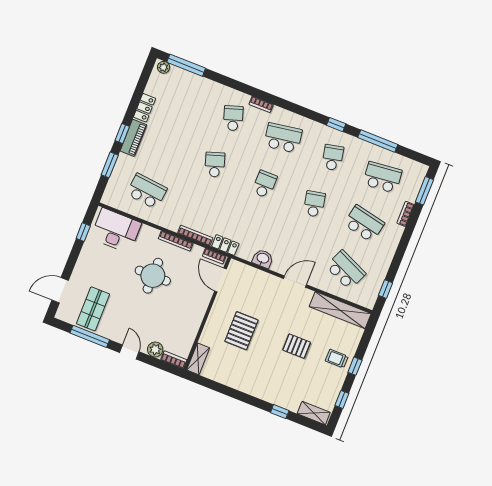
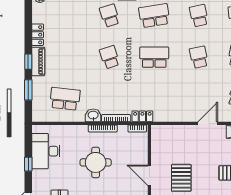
school desk: (265, 184) -> (154, 57), width x1.85
desk: (116, 231) -> (46, 151), moved, turned -90
window: (83, 232) -> (28, 164), moved
washbasin: (263, 259) -> (93, 115), moved
door: (220, 280) -> (149, 175), moved

